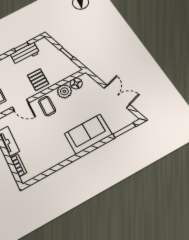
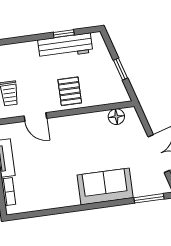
workbench: (25, 54) -> (65, 46), width x1.38
plant: (64, 91) -> (97, 121), removed
coffee table: (47, 106) -> (68, 132), removed

